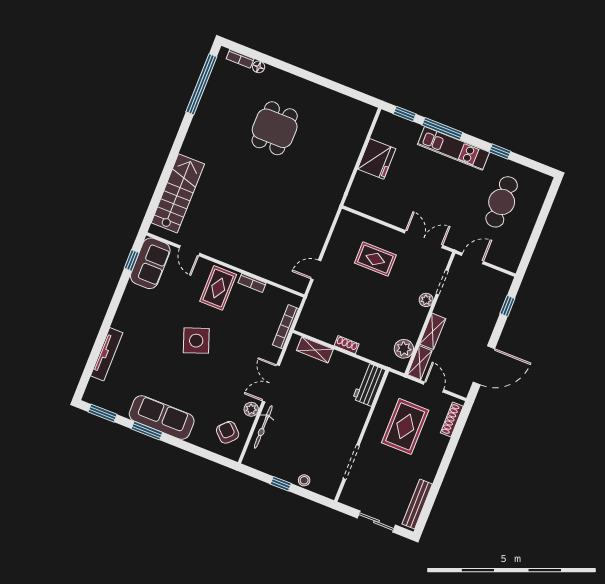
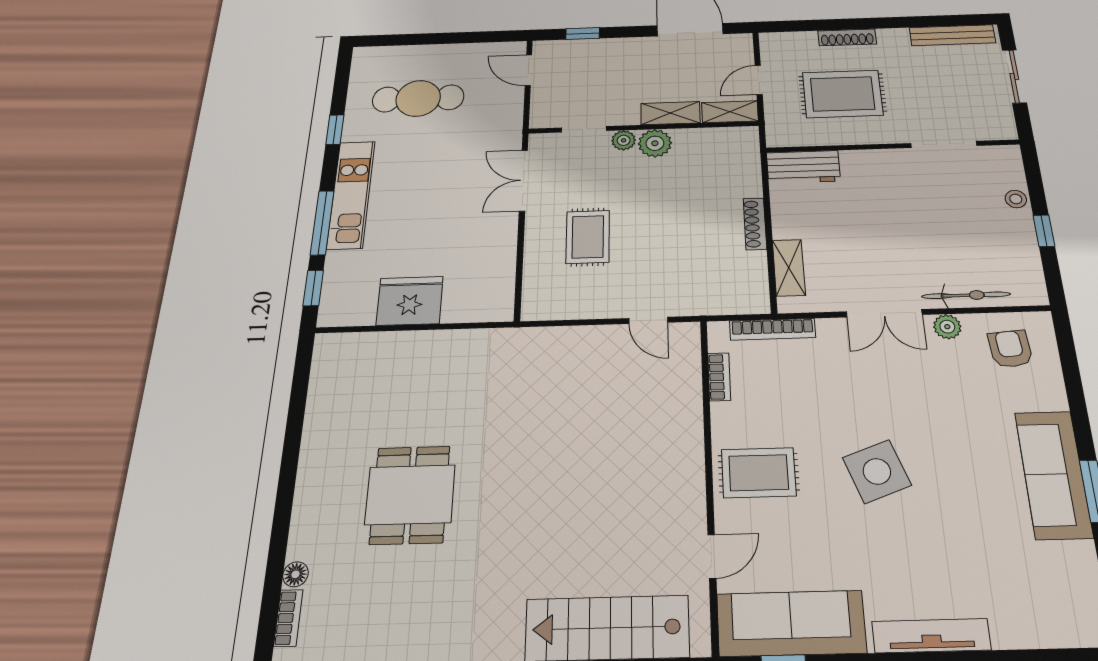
dining table: (275, 128) -> (410, 495), turned 90
door: (473, 258) -> (528, 70), moved
sofa: (150, 263) -> (791, 623), width x1.36
bookcase: (252, 283) -> (719, 377), moved
shoe rack: (347, 345) -> (755, 224), width x1.43
plant: (404, 349) -> (655, 143), moved
tv unit: (107, 354) -> (931, 636), moved
shoe rack: (452, 420) -> (847, 37), moved
armchair: (228, 432) -> (1010, 349), turned 131

